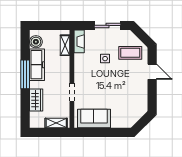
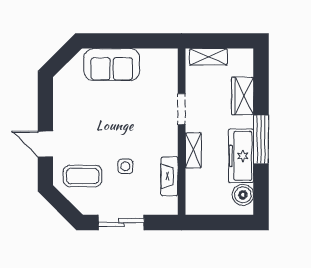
fireplace: (79, 41) -> (169, 176), moved
shelving: (65, 45) -> (193, 150), moved
sofa: (94, 119) -> (112, 64), moved

